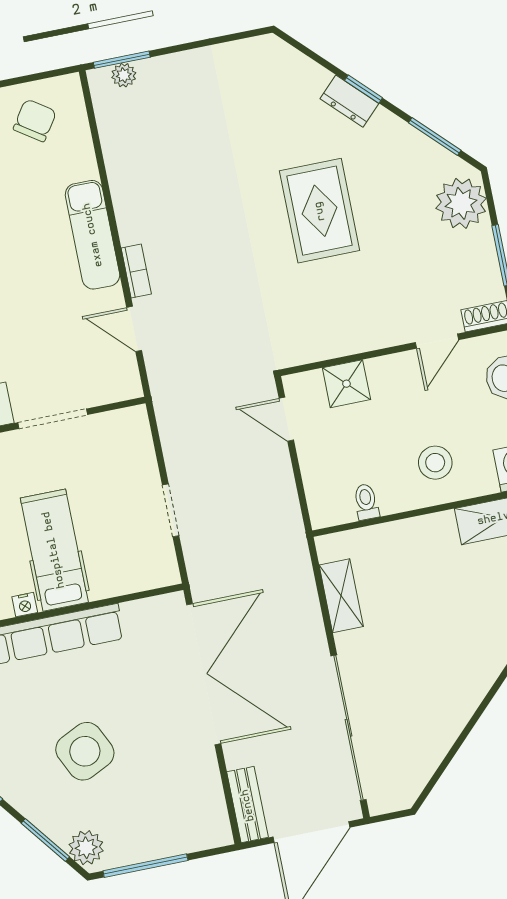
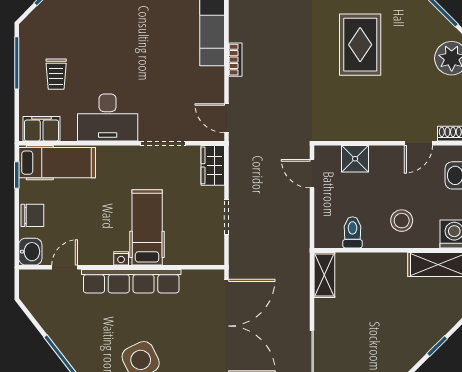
door: (134, 329) -> (226, 118), moved
wardrobe: (134, 437) -> (213, 165), added
toilet: (366, 502) -> (353, 232), width x1.37, depth x1.39
shelving: (341, 596) -> (324, 275), moved

